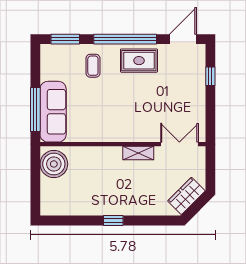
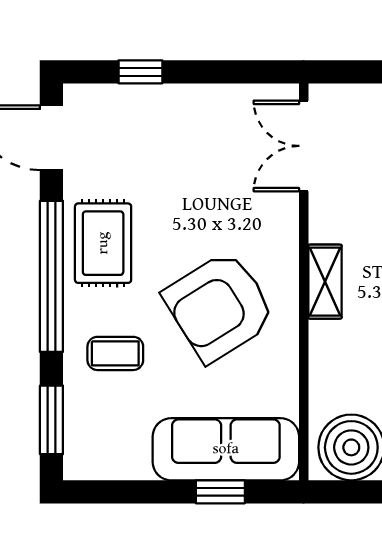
window: (35, 109) -> (220, 492), width x0.46
armchair: (113, 109) -> (219, 307), added
shelving: (138, 153) -> (325, 282), moved

